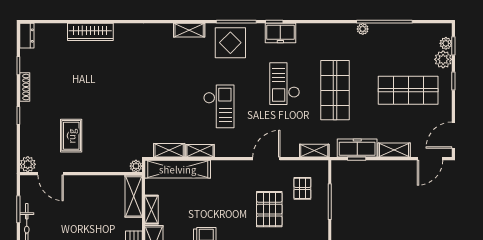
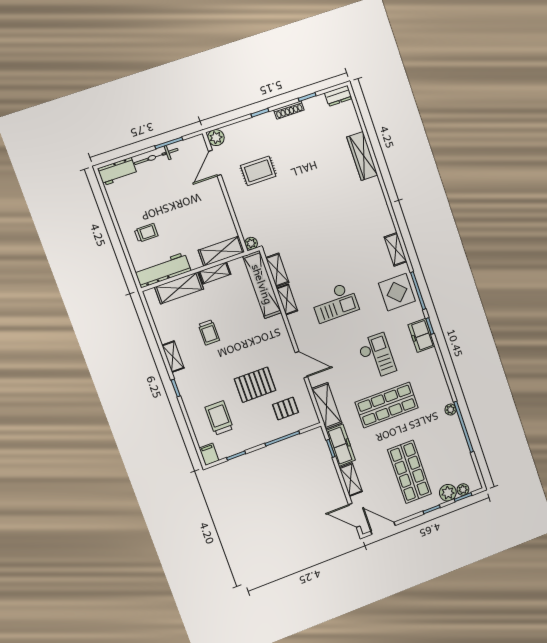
checkout: (285, 84) -> (377, 356), turned 90
shelving: (314, 151) -> (327, 406), width x1.50, depth x1.33

